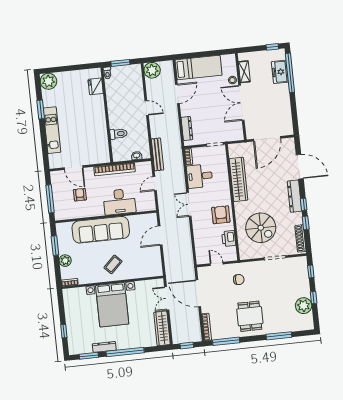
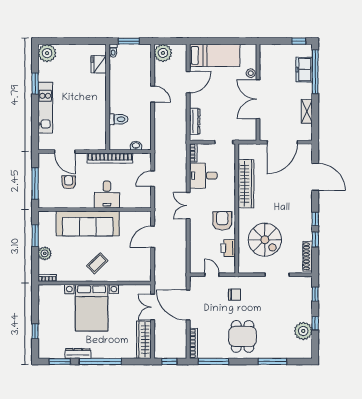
shelving: (244, 72) -> (307, 111), moved
bench: (157, 154) -> (159, 147), removed
dresser: (295, 196) -> (306, 209), removed
desk: (119, 202) -> (107, 195), width x0.73

